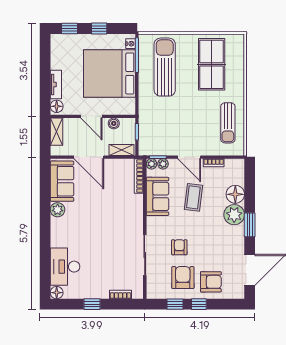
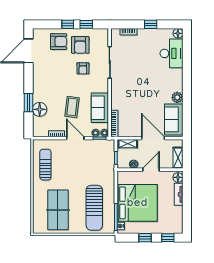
door: (91, 116) -> (151, 170), hinge flipped
plant: (234, 215) -> (40, 94), removed
window: (250, 225) -> (29, 103), moved
armchair: (211, 282) -> (59, 42), turned 180

